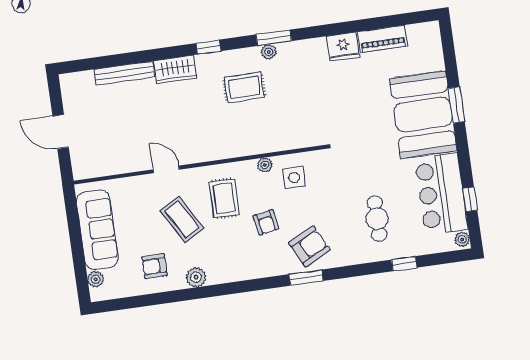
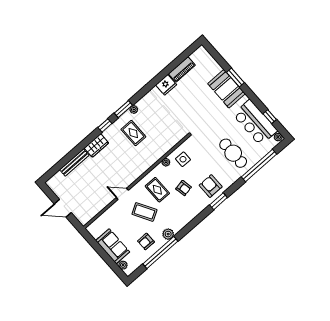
window: (274, 38) -> (123, 109), moved
rug: (244, 88) -> (133, 133), turned 90
booth: (423, 115) -> (226, 89), width x0.73, depth x0.70
cafe table: (377, 219) -> (233, 153), width x1.37, depth x1.35
sofa: (97, 230) -> (113, 246), width x0.73
armchair: (309, 246) -> (211, 186), turned -63
window: (404, 264) -> (259, 166), width x3.17
window: (166, 298) -> (160, 252), added

